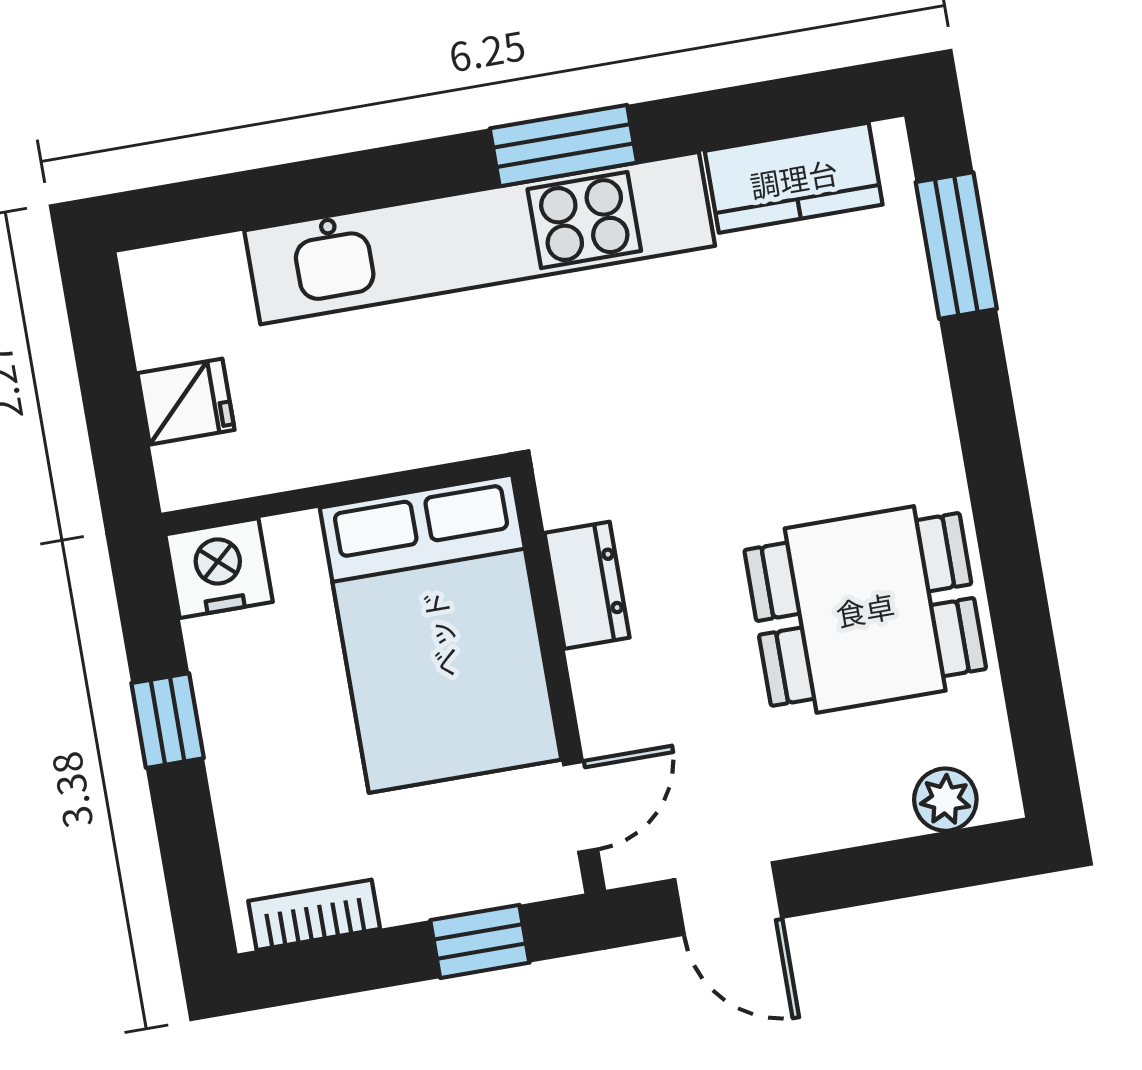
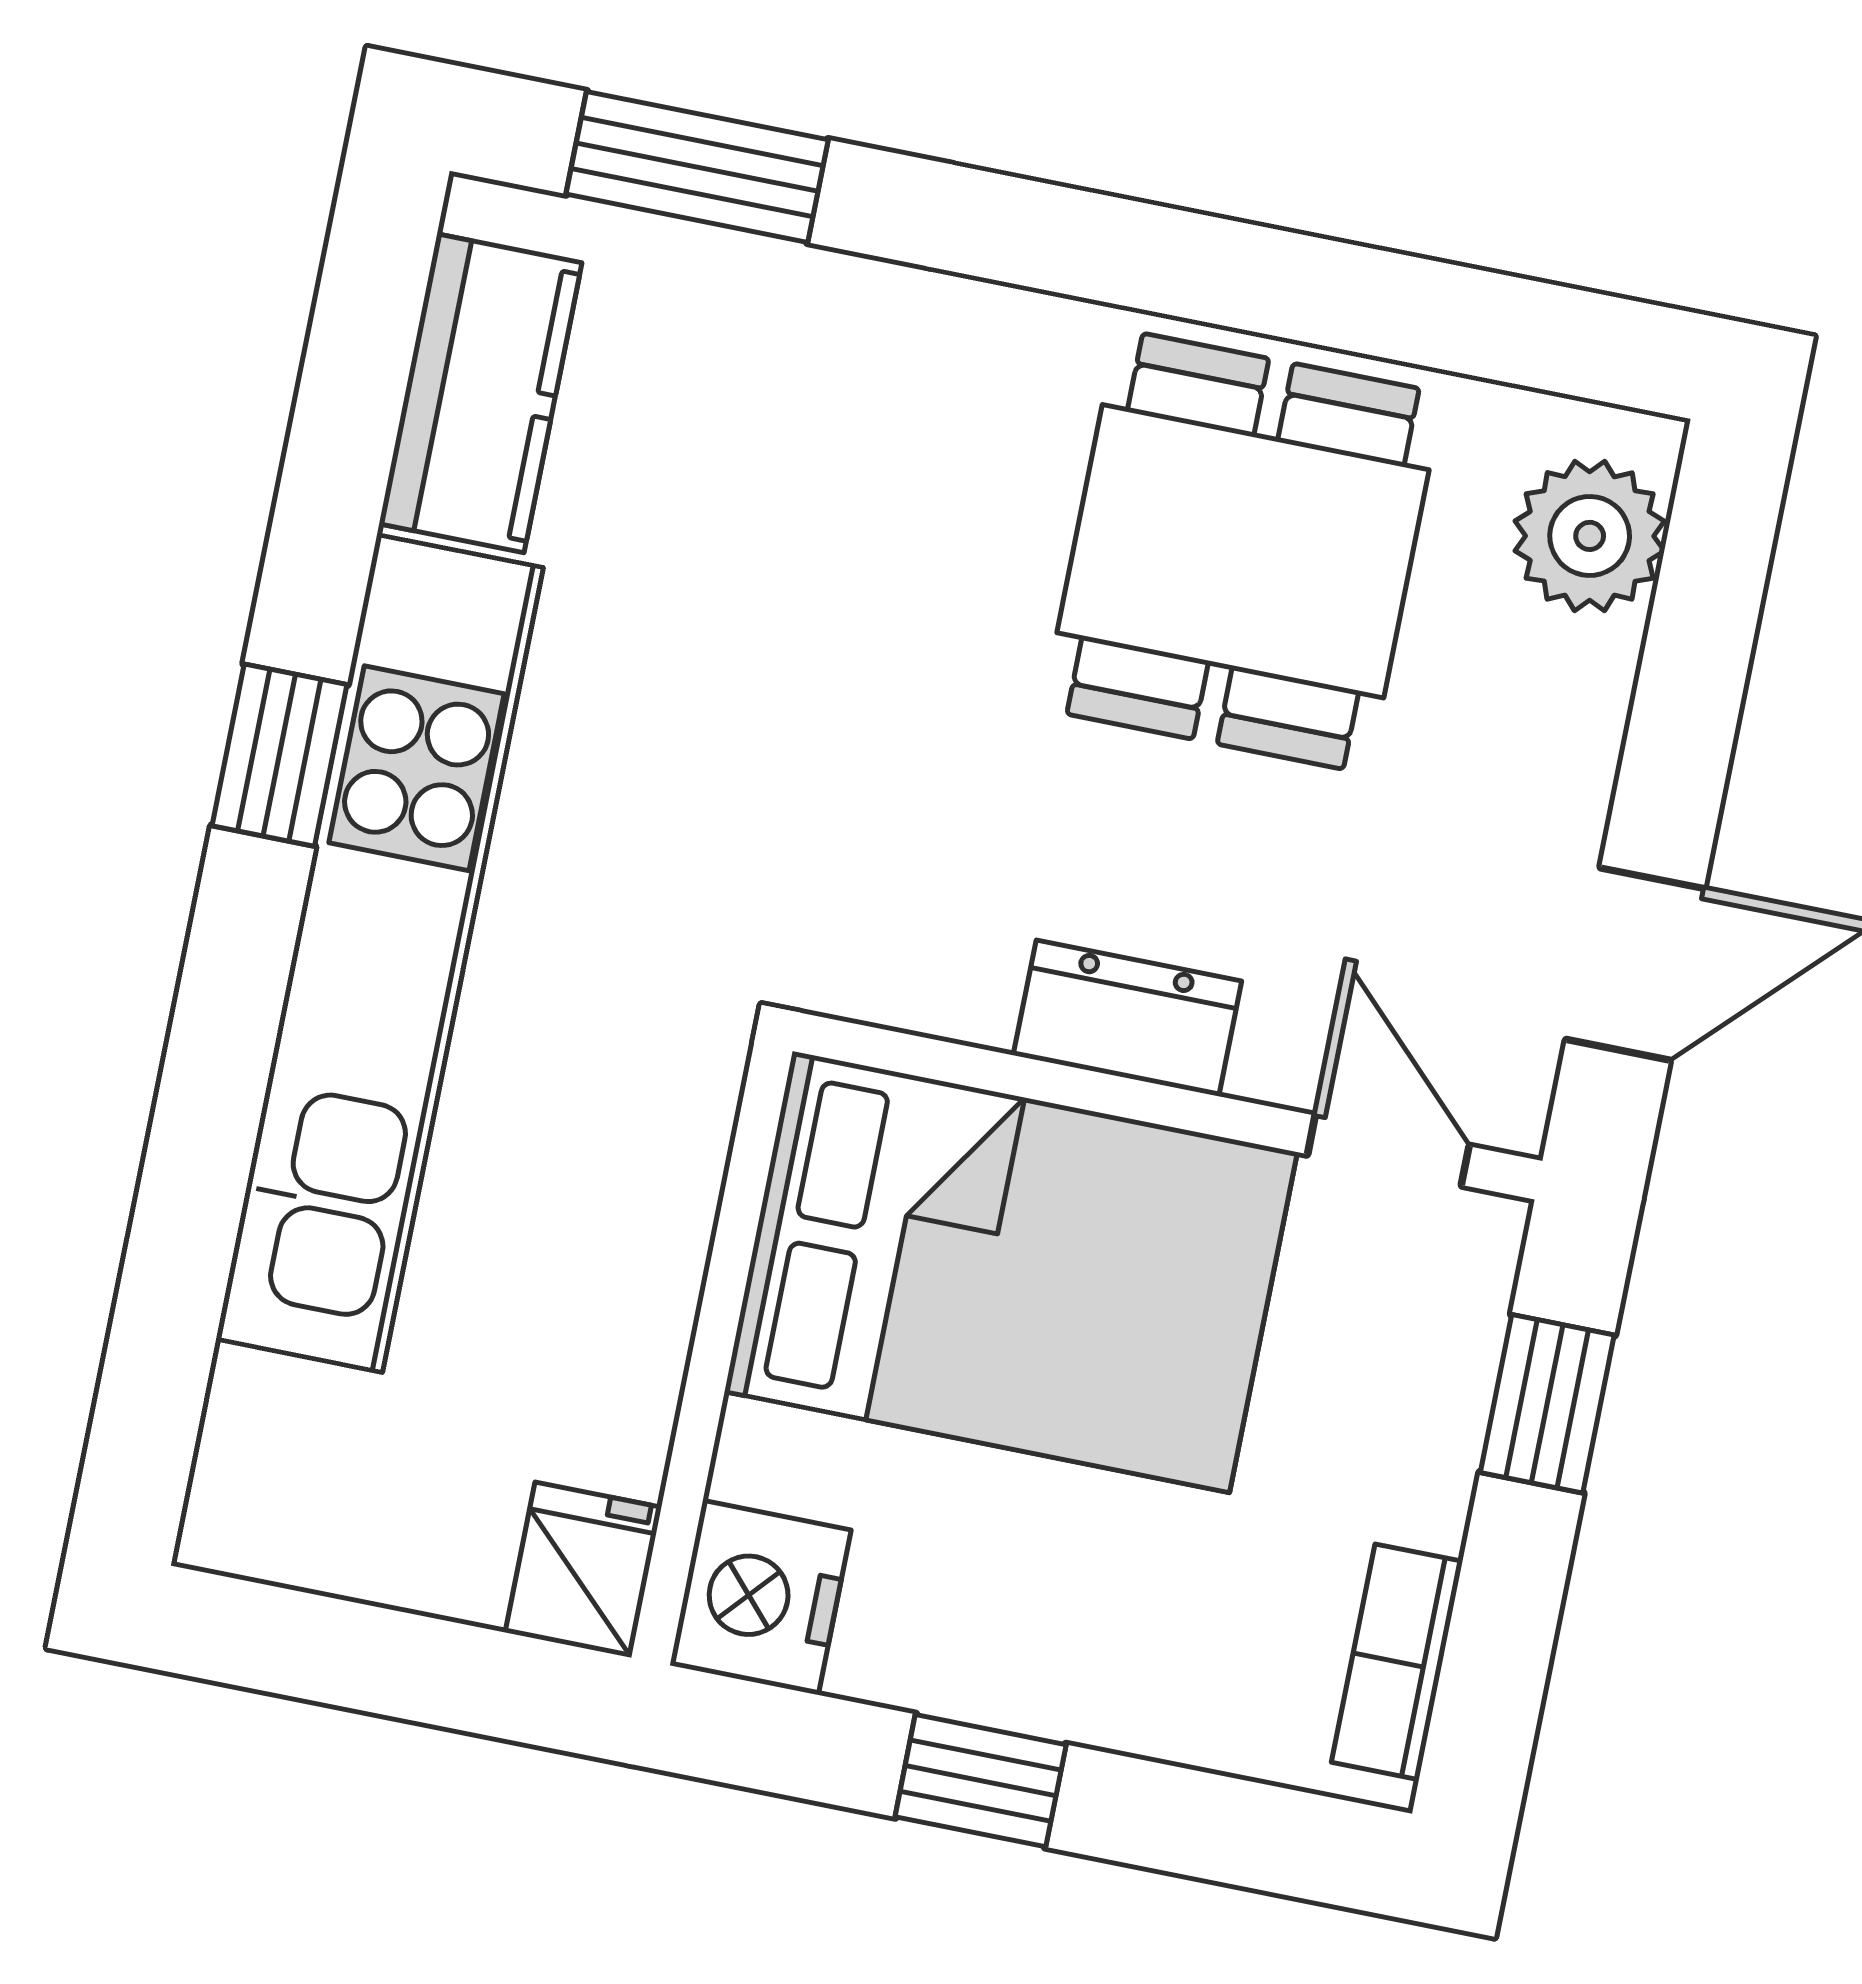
window: (563, 146) -> (279, 755), width x0.67
fridge: (186, 402) -> (583, 1570), moved
dresser: (587, 585) -> (1127, 1018), moved
plant: (945, 800) -> (1590, 536), width x1.38, depth x1.38

